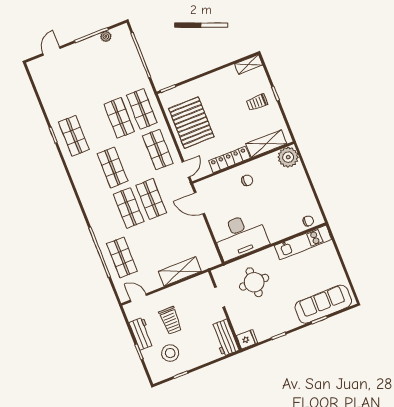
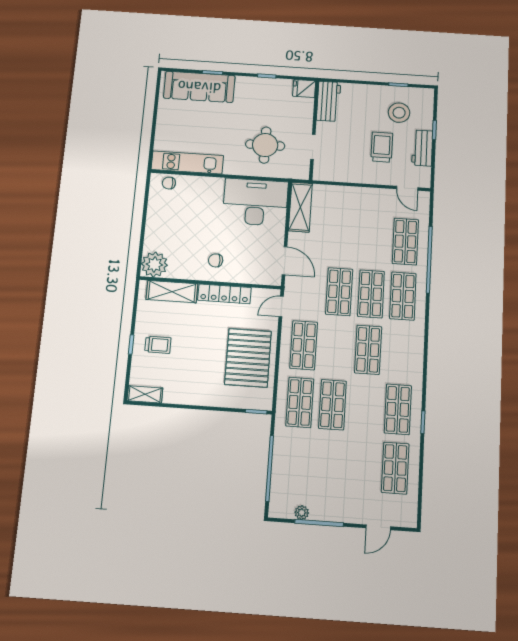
shop shelf: (58, 95) -> (395, 468), added
shop shelf: (106, 217) -> (403, 296), added
shelving: (180, 271) -> (300, 207), moved, turned 90

